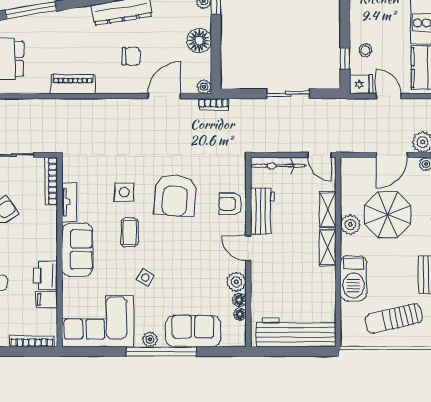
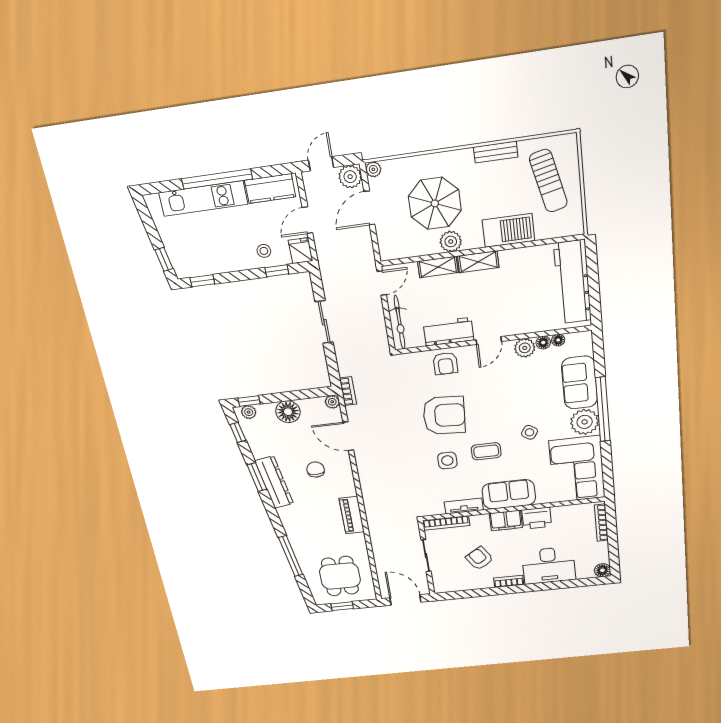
door: (392, 155) -> (369, 208), swing flipped
filing cabinet: (47, 299) -> (506, 520), moved, width x2.00
plant: (150, 339) -> (585, 422), width x1.88, depth x1.88

